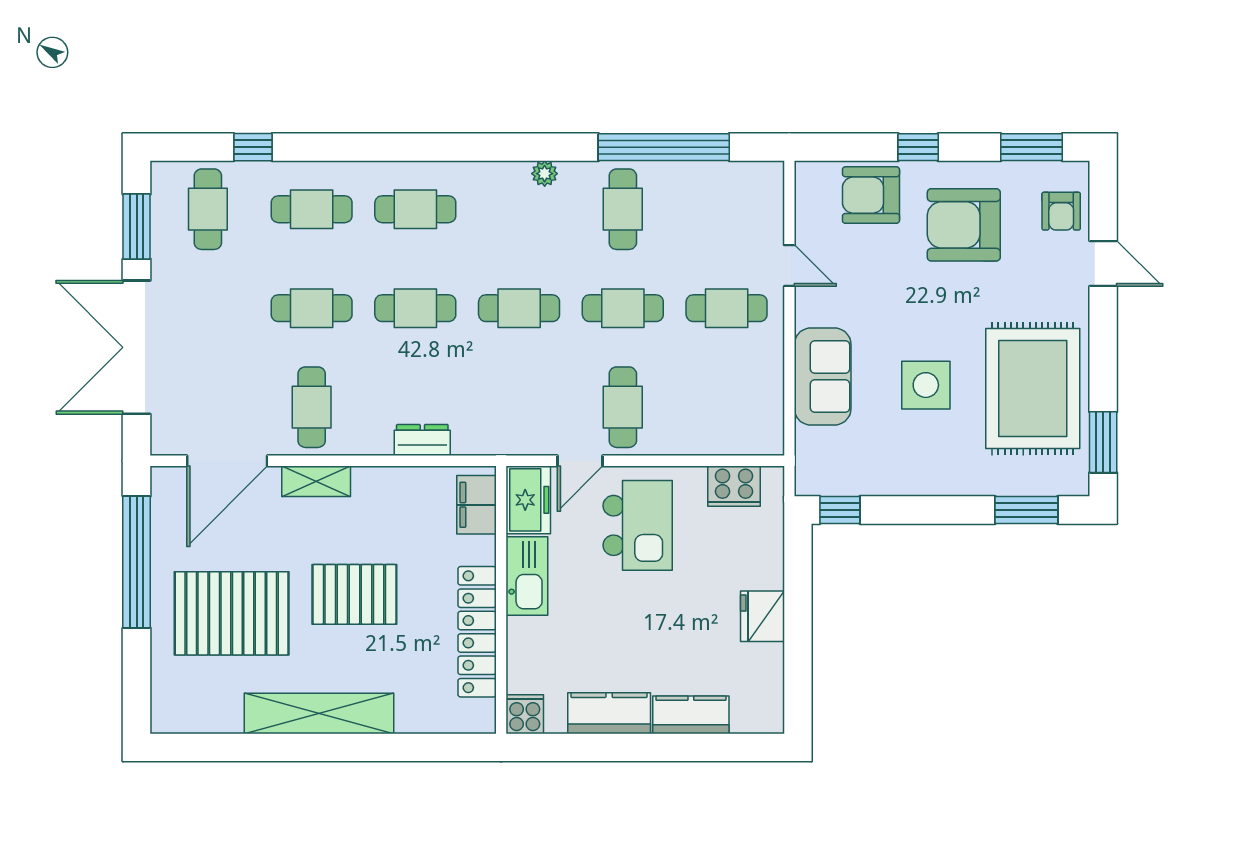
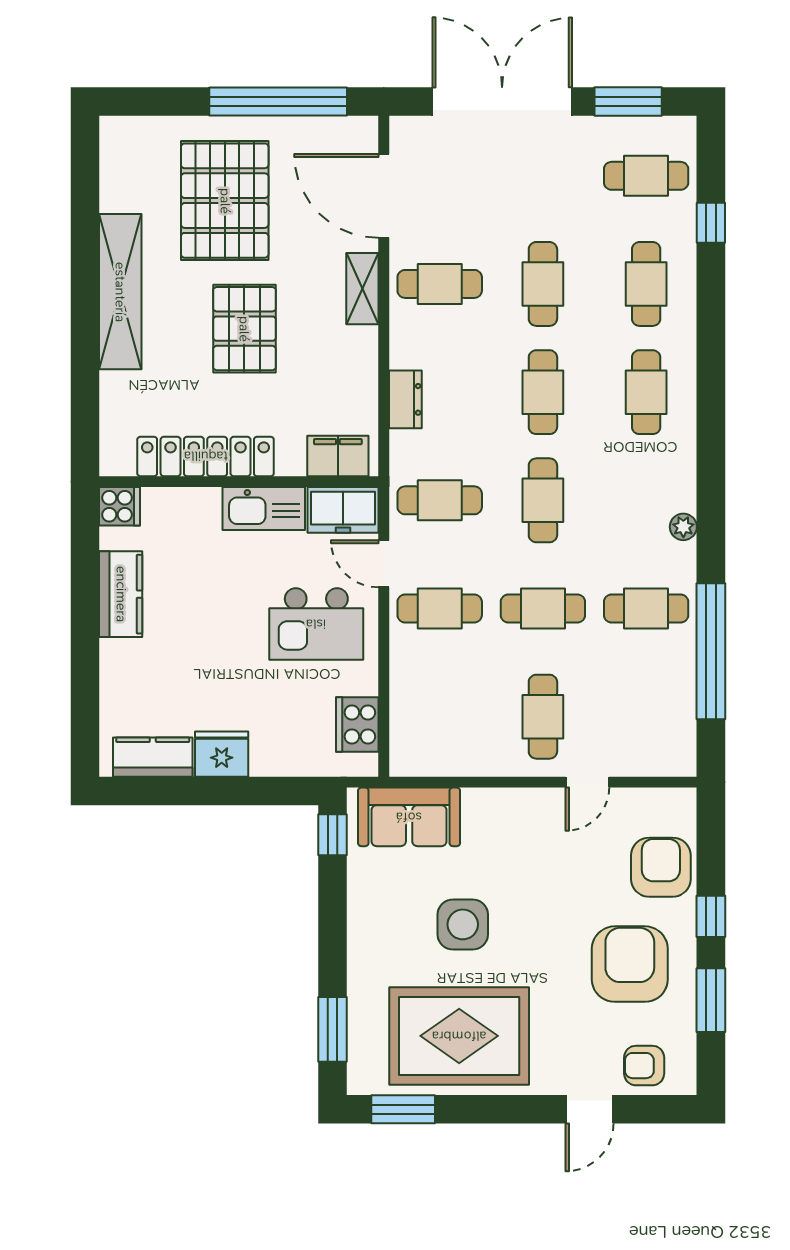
window: (1032, 147) -> (711, 1000), moved
cafe table: (623, 308) -> (543, 609), turned 90
sofa: (823, 376) -> (409, 817), moved
cafe table: (519, 407) -> (440, 500), added
kitchen counter: (691, 715) -> (153, 757), moved, turned -90

